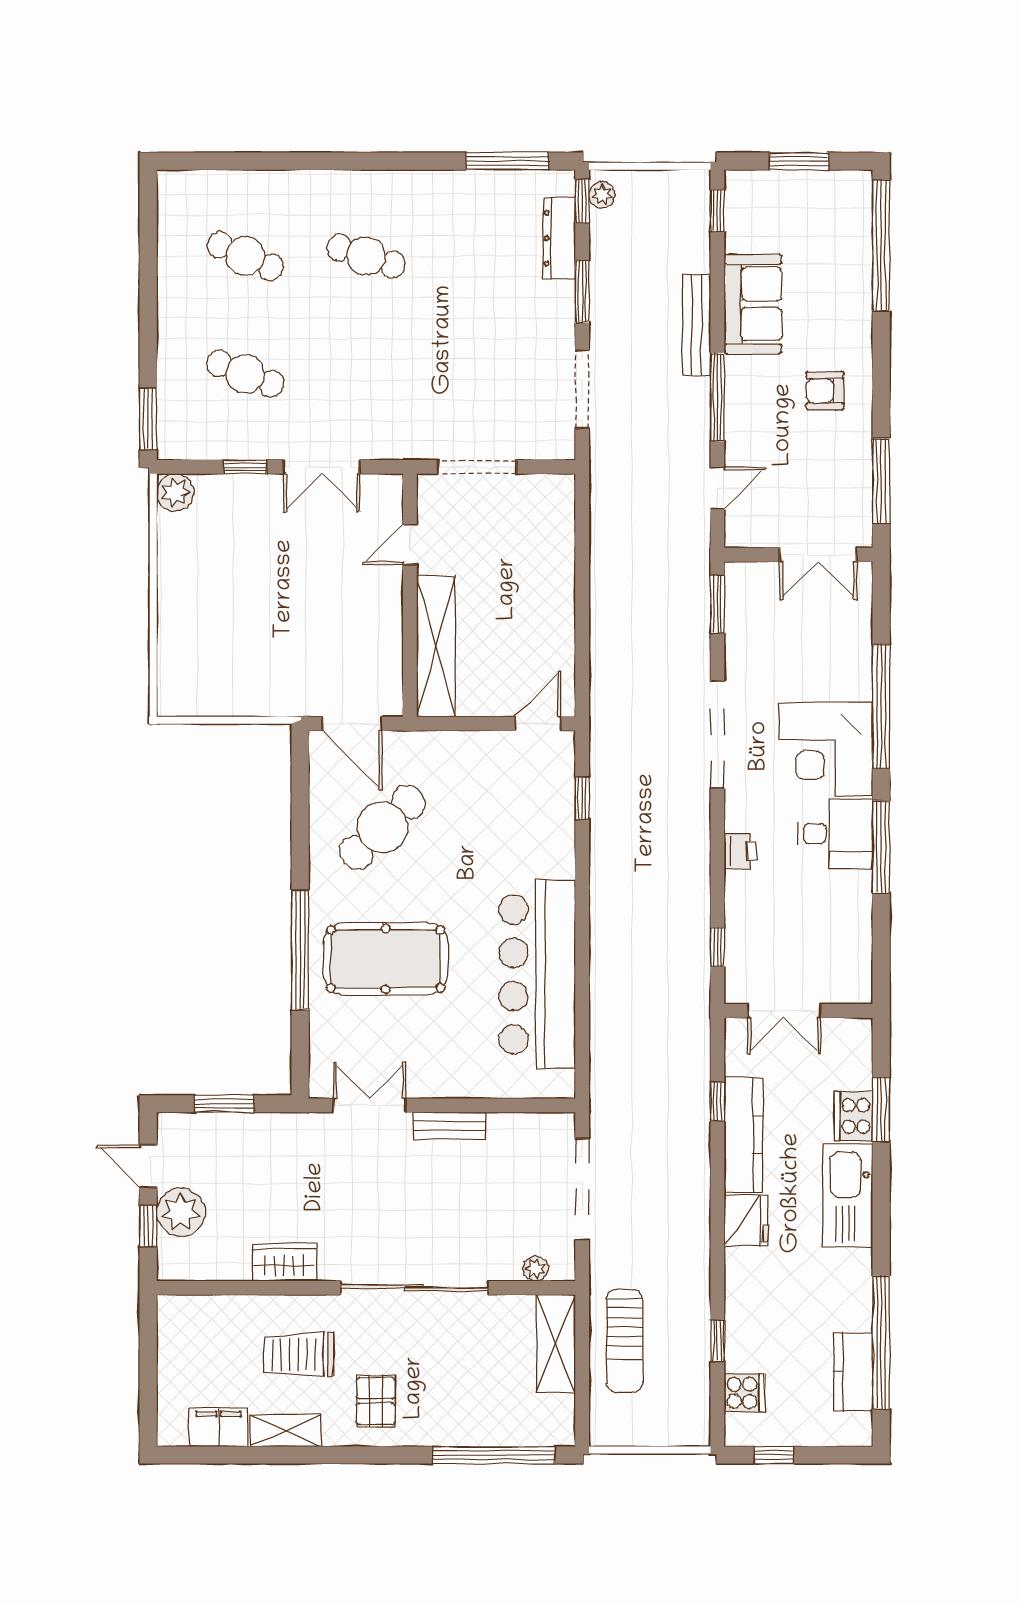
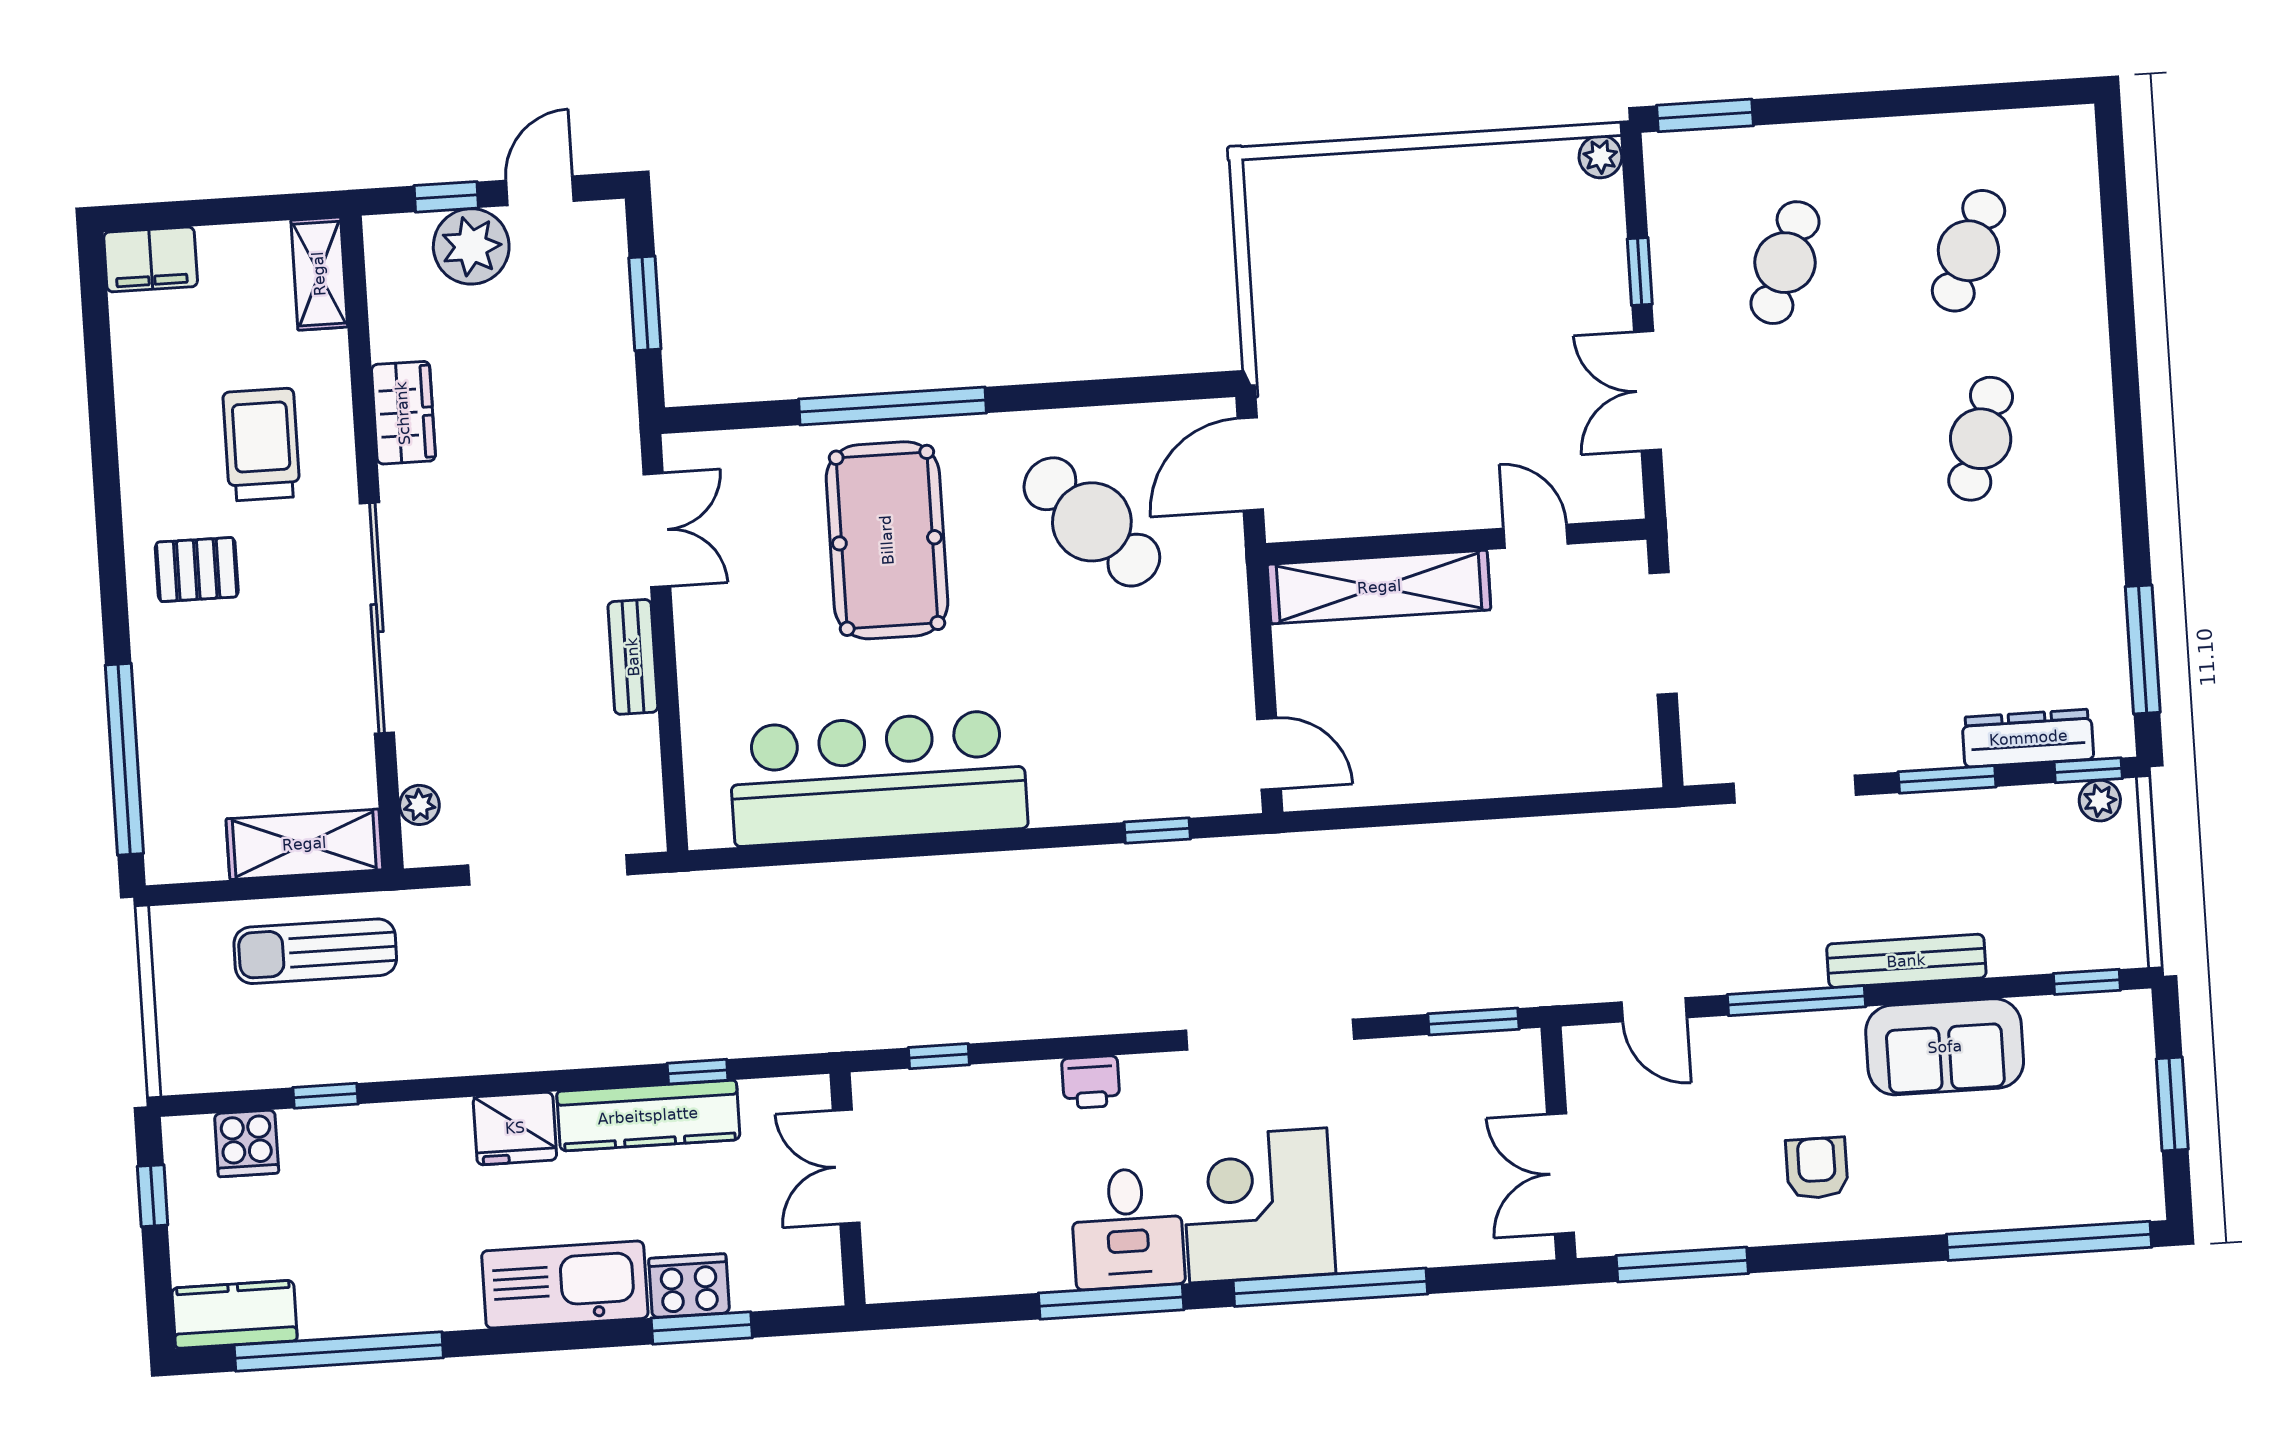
plant: (175, 492) -> (1600, 157), width x0.73, depth x0.73
kitchen counter: (853, 1372) -> (235, 1314), moved
filing cabinet: (219, 1427) -> (151, 259), moved, turned 90
shelving: (286, 1431) -> (319, 274), moved

